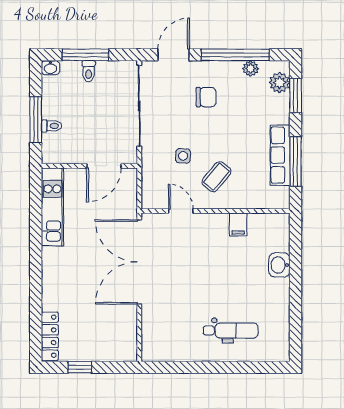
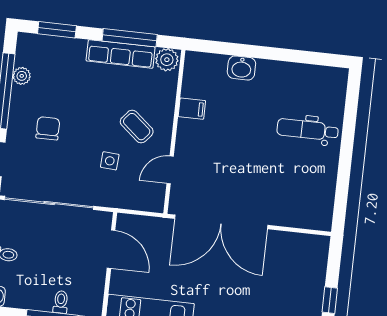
plant: (280, 83) -> (167, 60), moved
dental chair: (231, 330) -> (308, 130), turned -90

